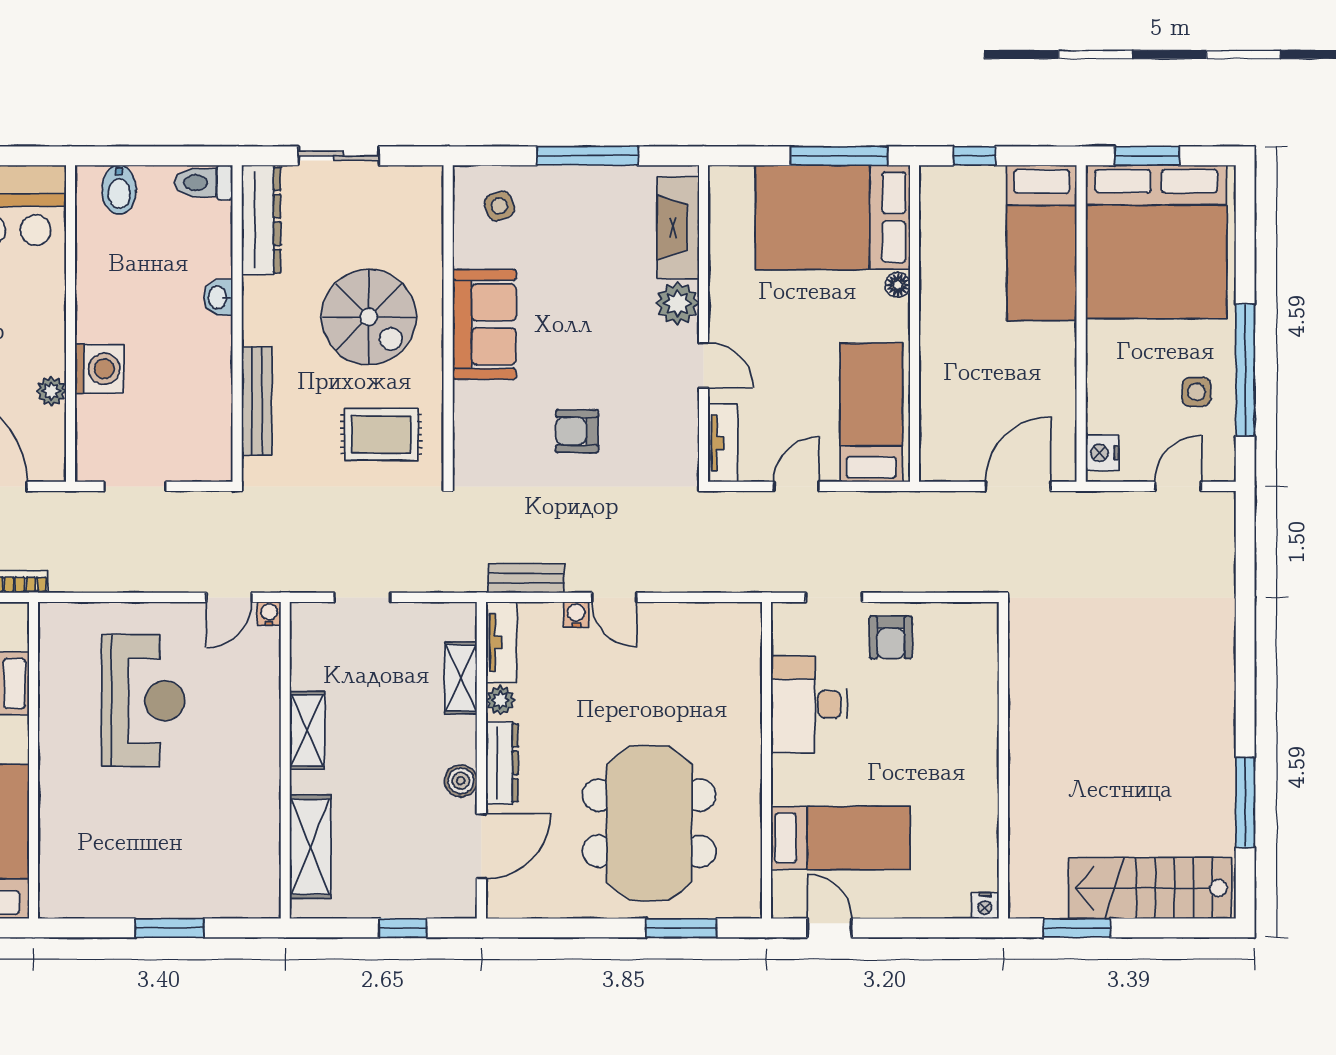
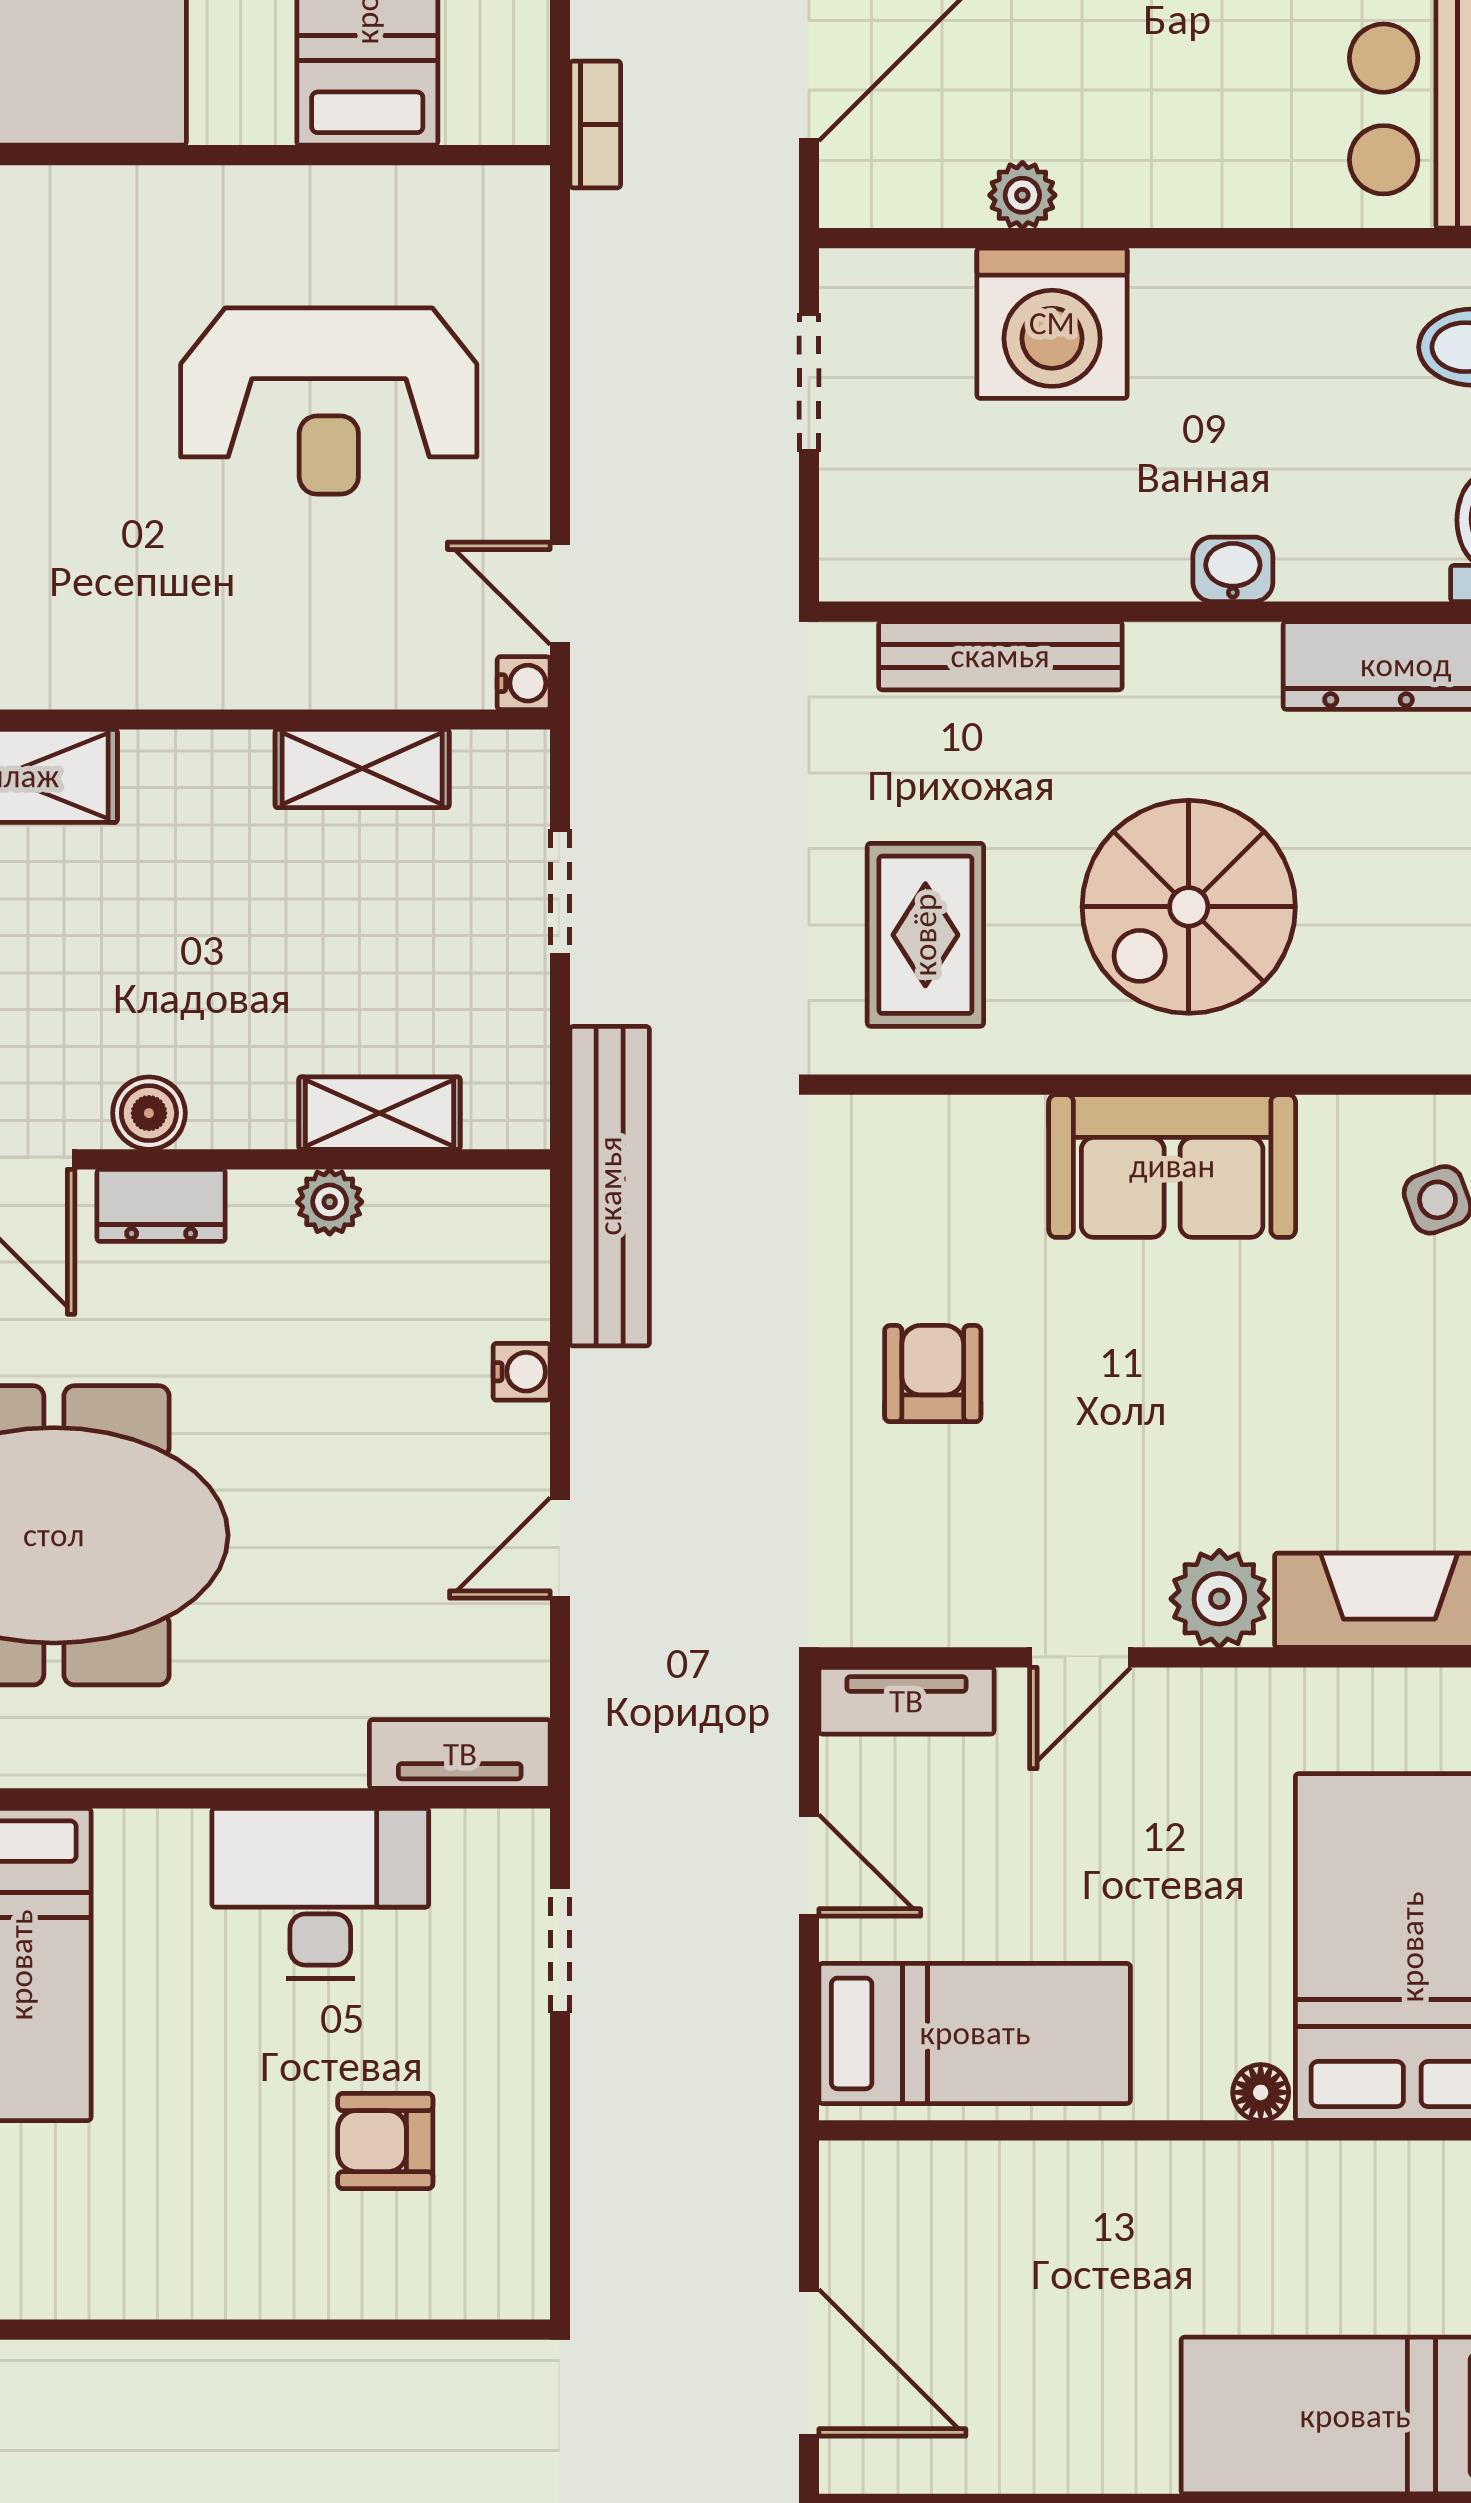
washing machine: (99, 369) -> (1052, 323), width x1.37, depth x1.37
bench: (526, 578) -> (610, 1186), width x1.86, depth x1.21
door: (614, 597) -> (560, 1548), moved
armchair: (891, 637) -> (385, 2141), moved
tv unit: (501, 642) -> (460, 1754), moved, turned 180
shelving: (307, 730) -> (362, 769), moved
dresser: (502, 763) -> (161, 1205), width x0.70

